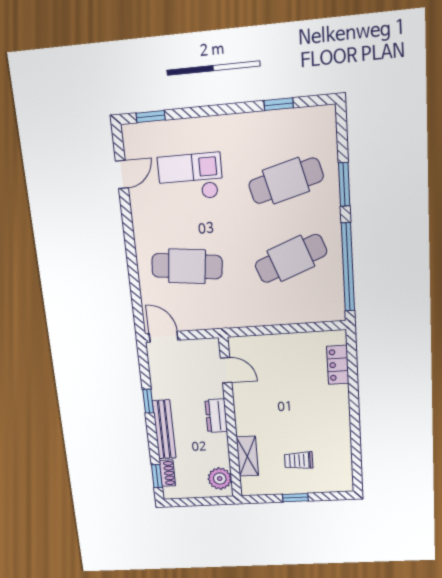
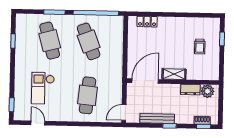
door: (226, 370) -> (145, 81), width x1.87
window: (148, 401) -> (170, 126), moved
dresser: (216, 416) -> (190, 90), moved
bench: (164, 429) -> (157, 118), moved
shelving: (247, 456) -> (174, 74), moved
window: (295, 498) -> (222, 39), moved

